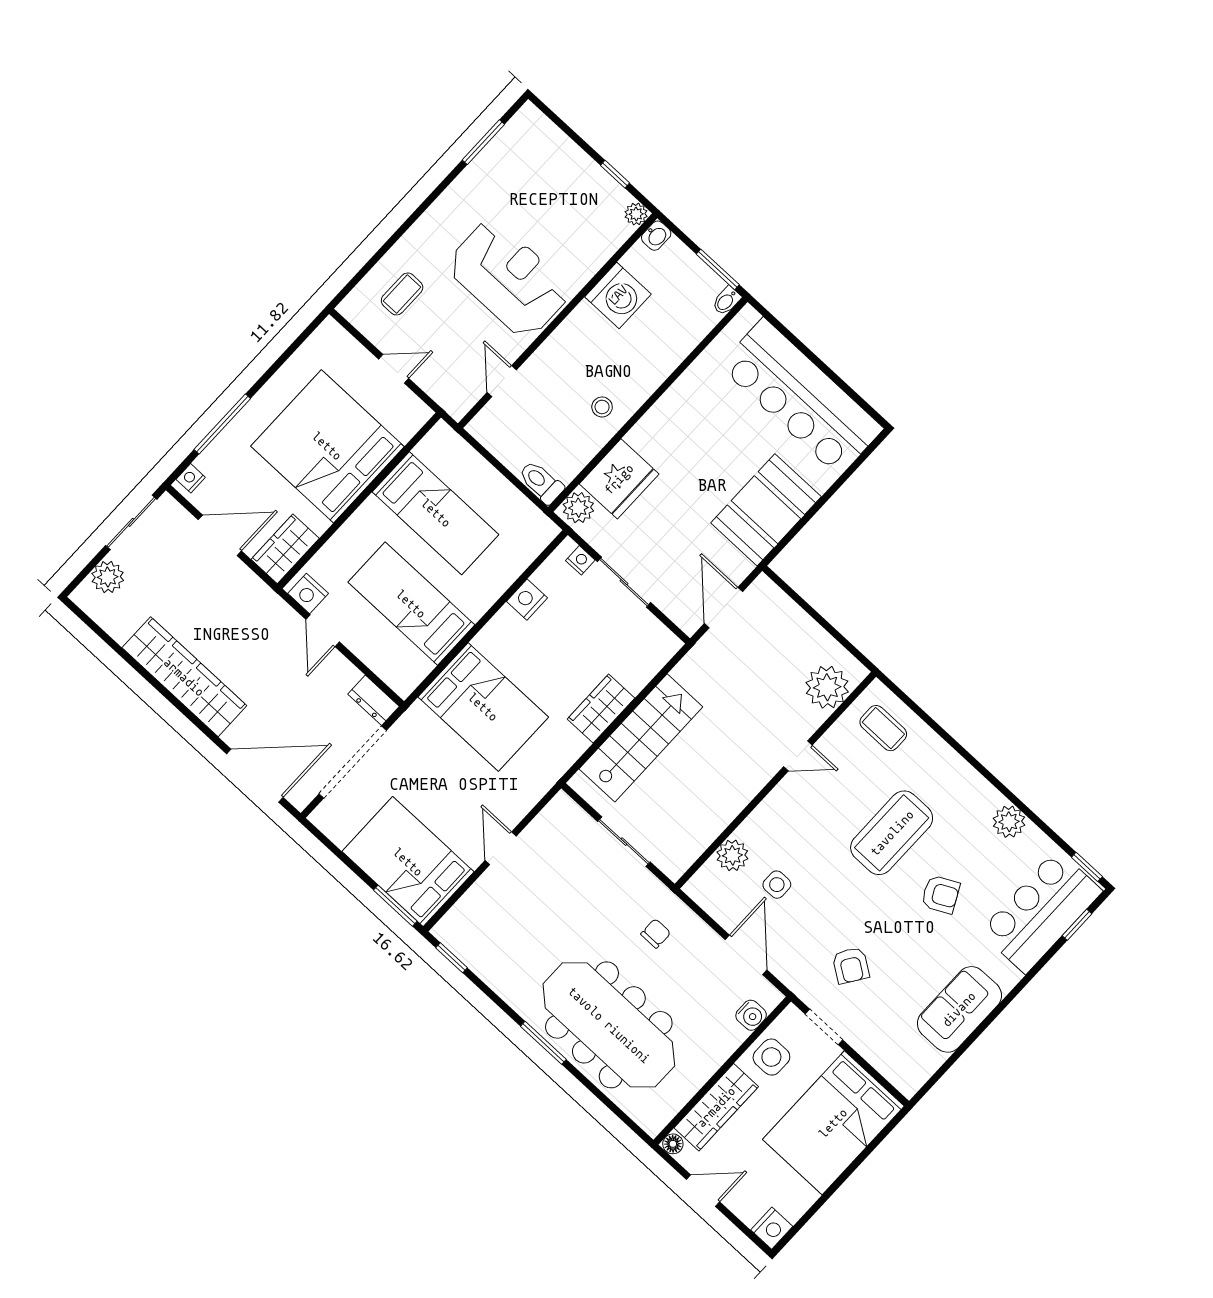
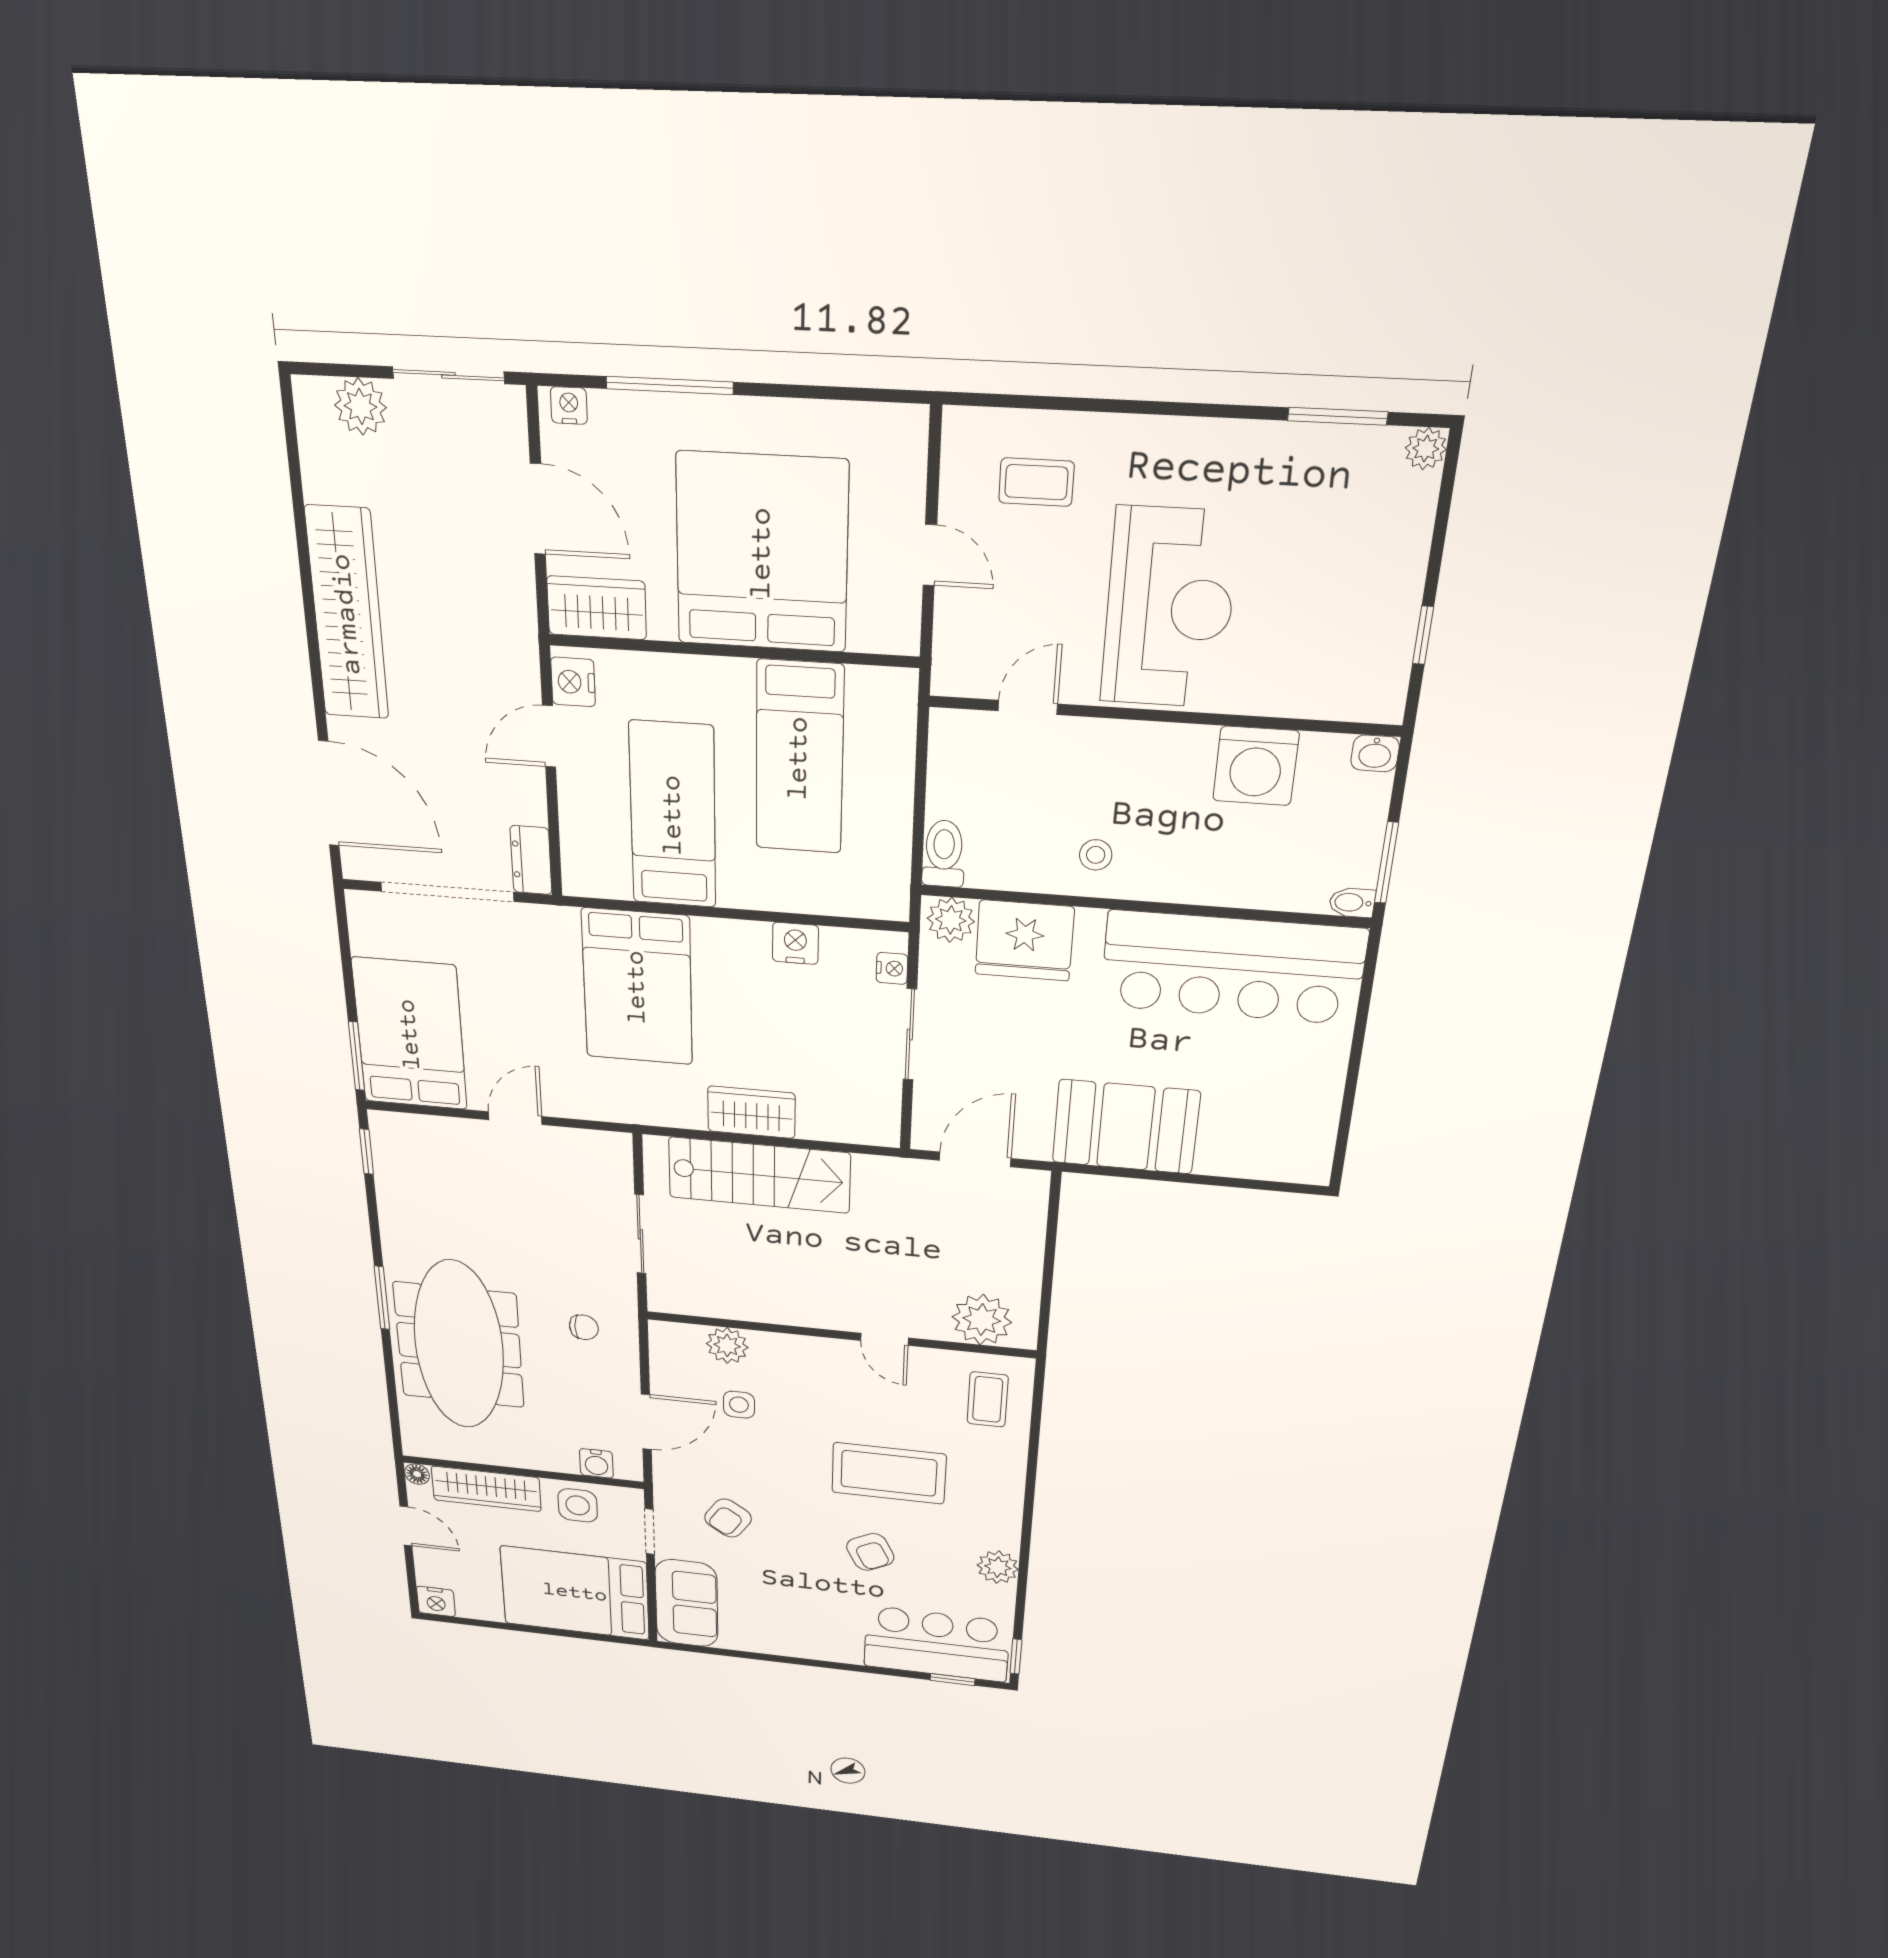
plant: (636, 214) -> (1426, 449), moved
bar counter: (801, 397) -> (1232, 968), moved, turned -90
sofa: (959, 1009) -> (687, 1603), moved, turned 90

